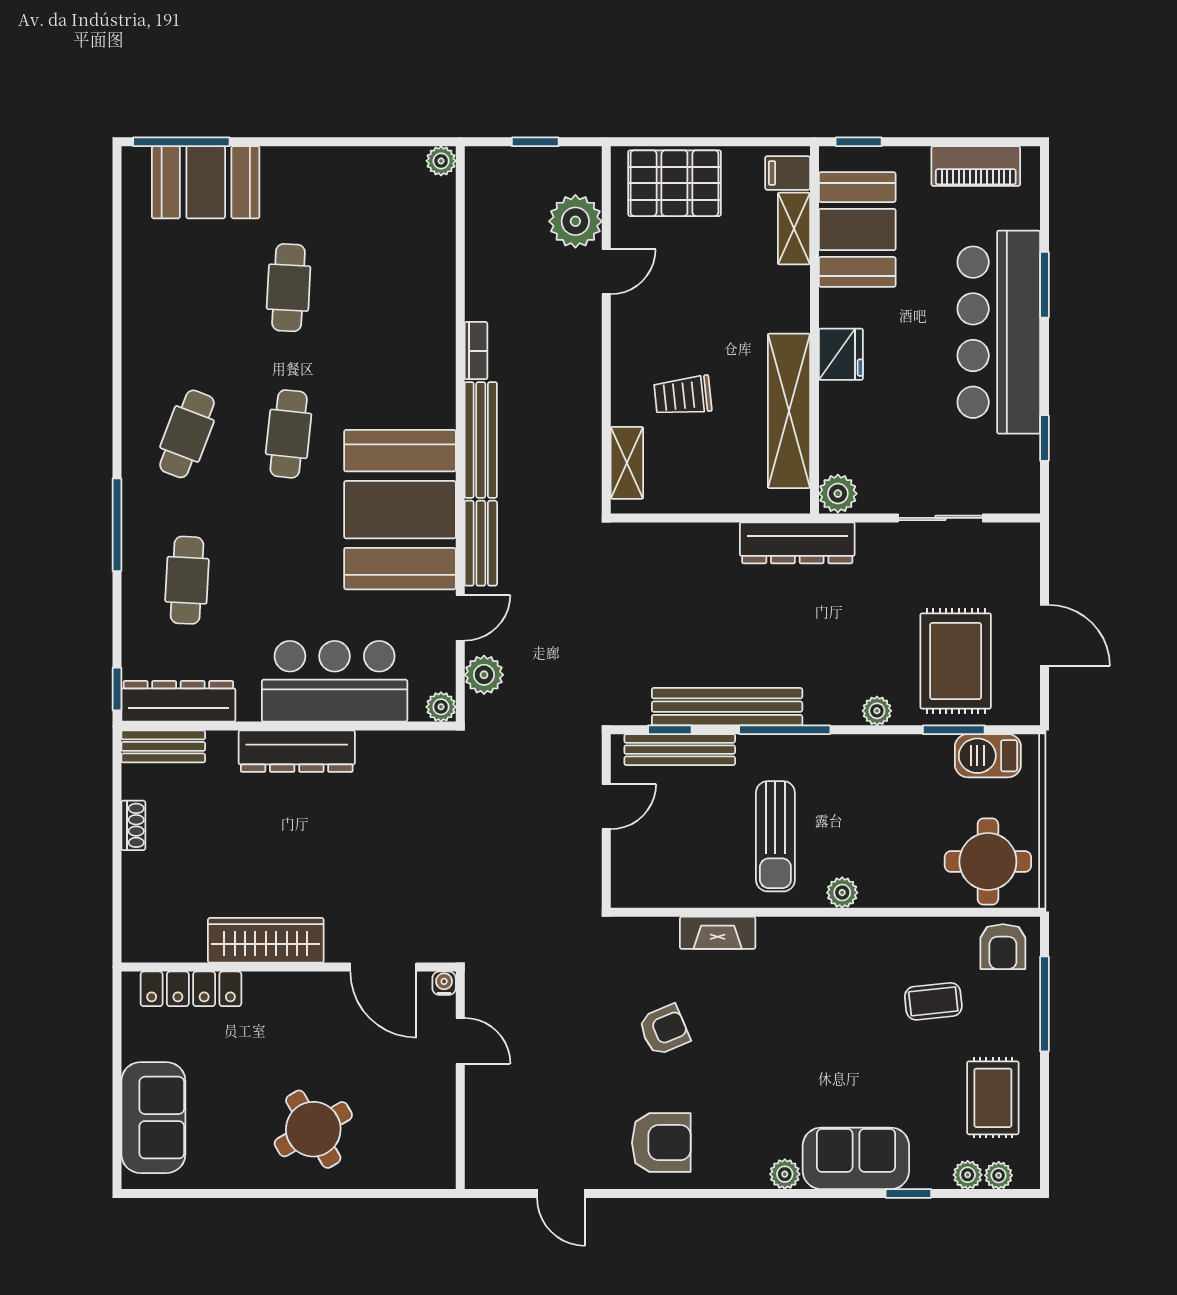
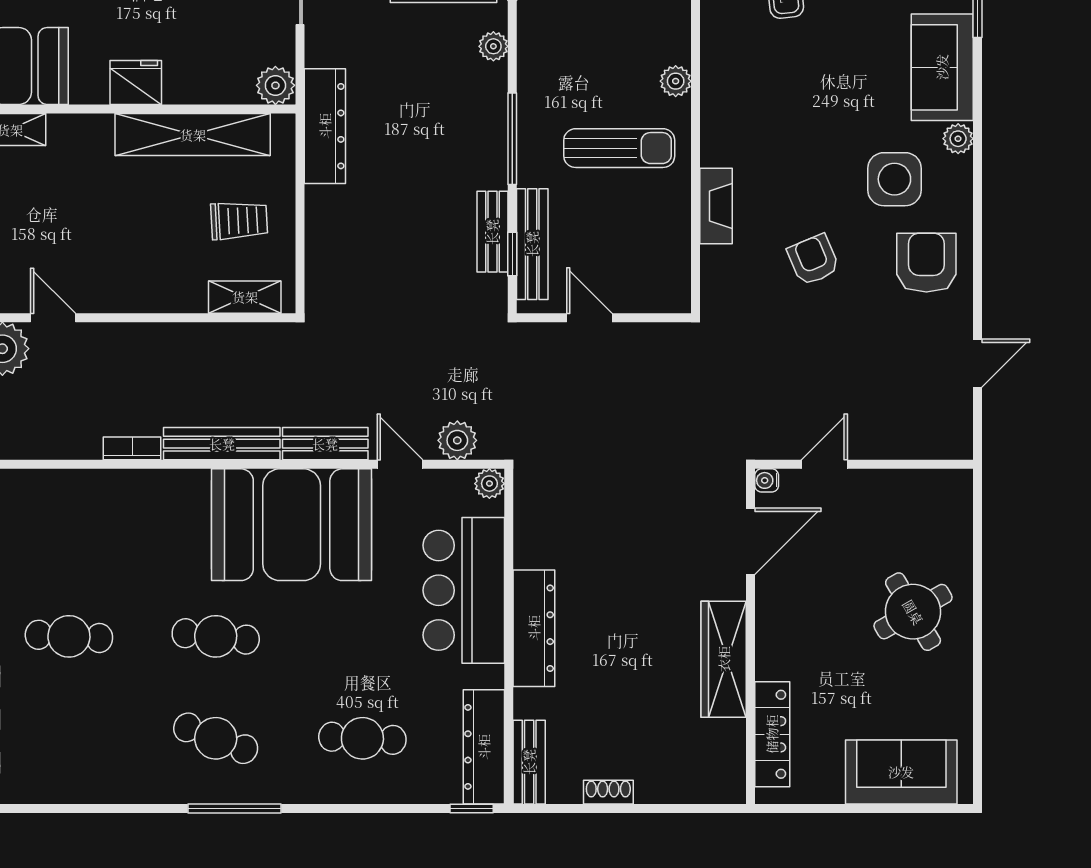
trolley: (683, 396) -> (239, 221), moved, turned -87
window: (117, 525) -> (235, 809), moved
bench: (727, 707) -> (492, 232), width x0.54, depth x0.82
side table: (744, 1111) -> (894, 179), added

